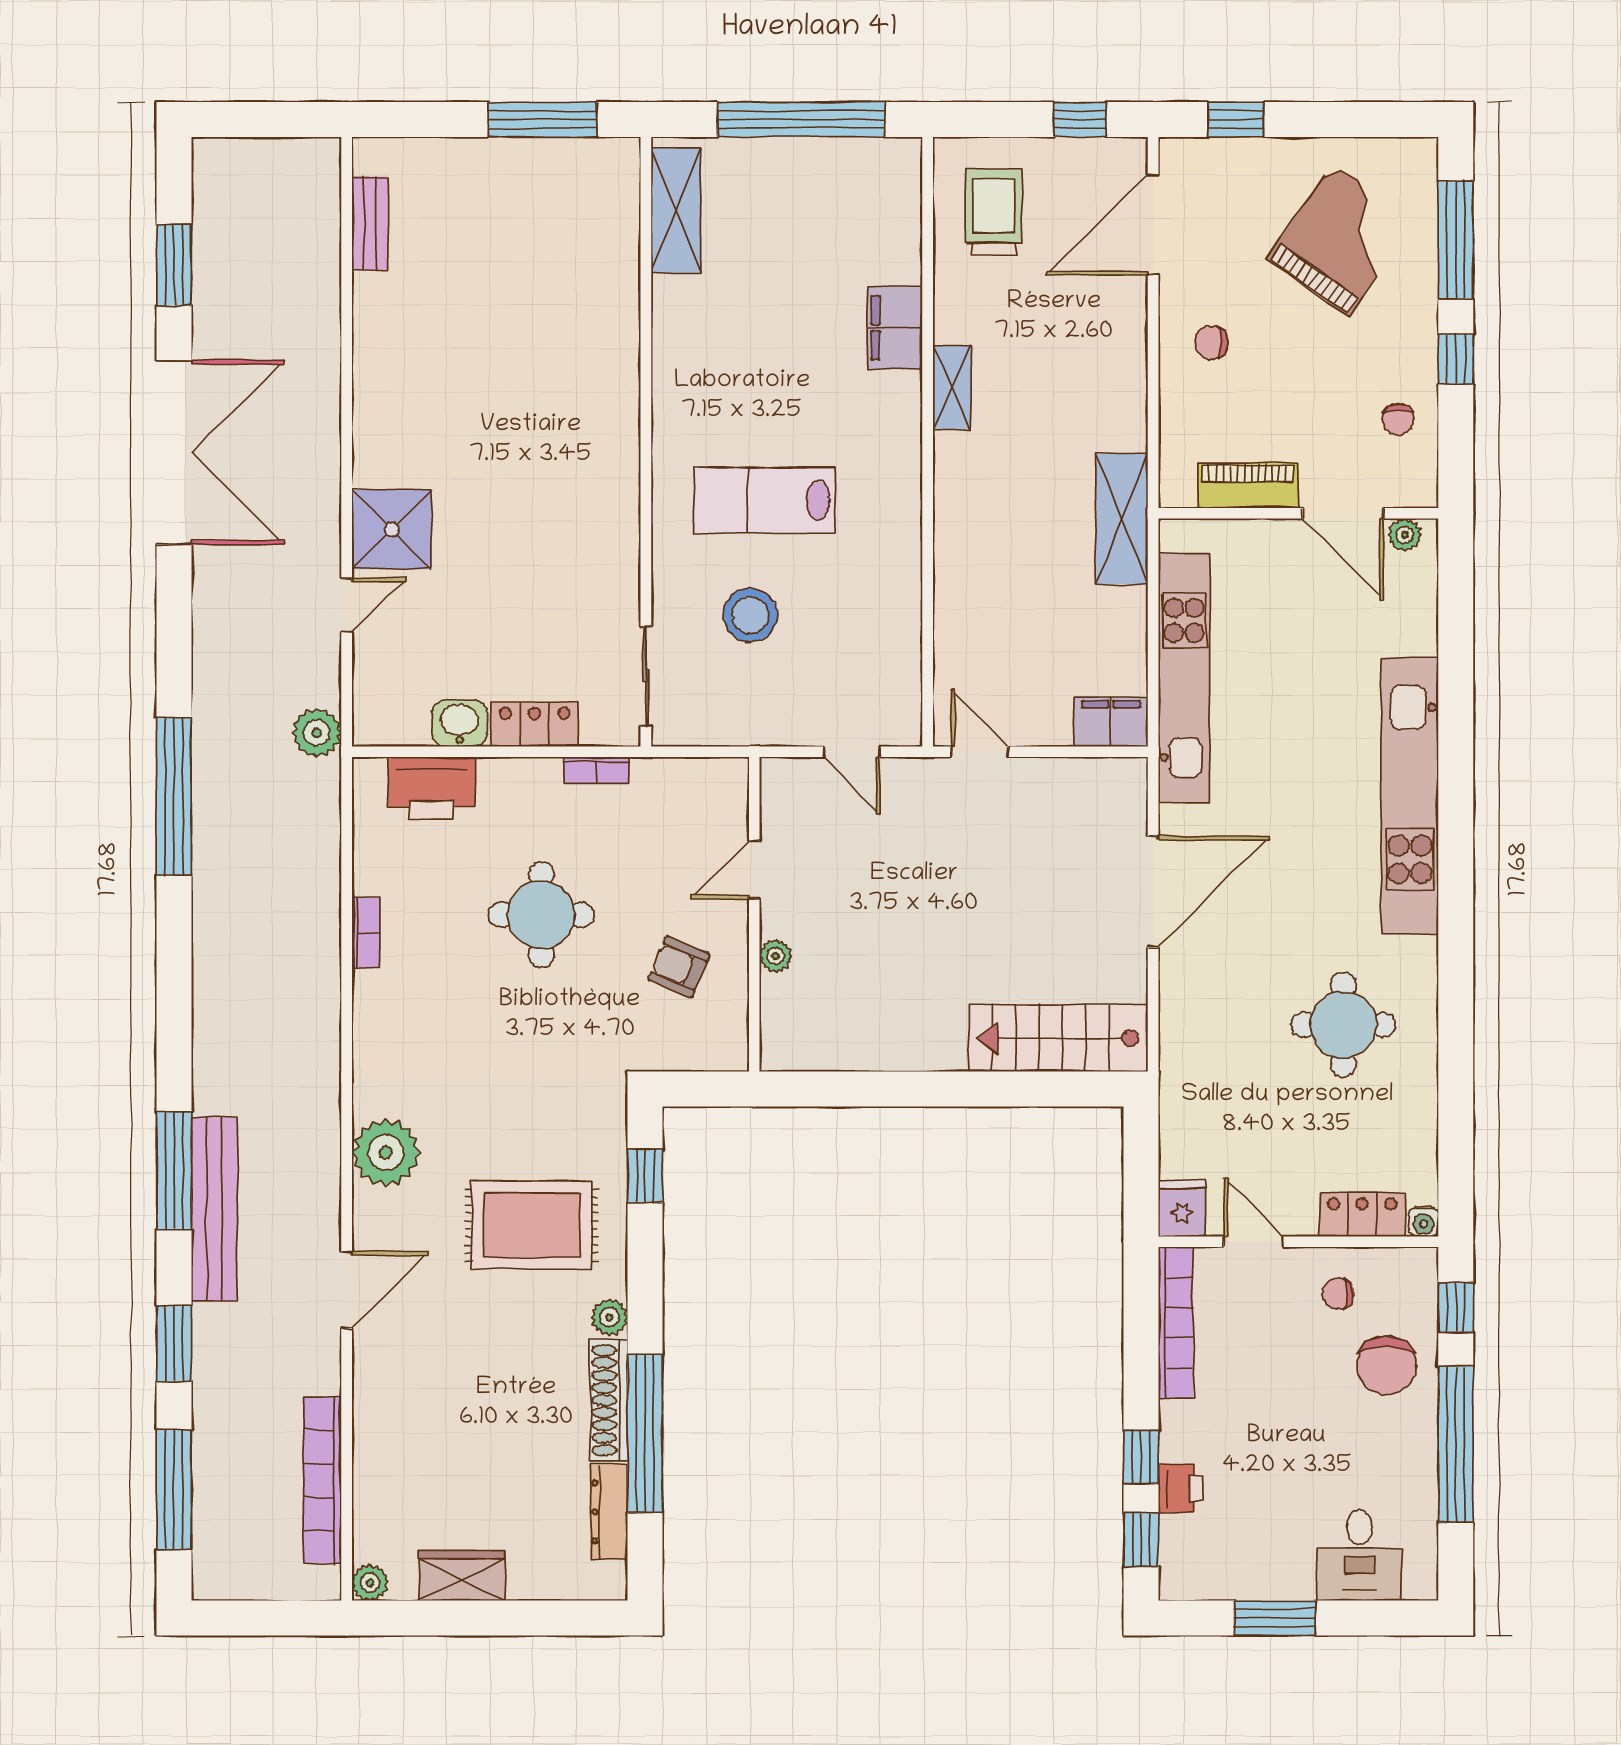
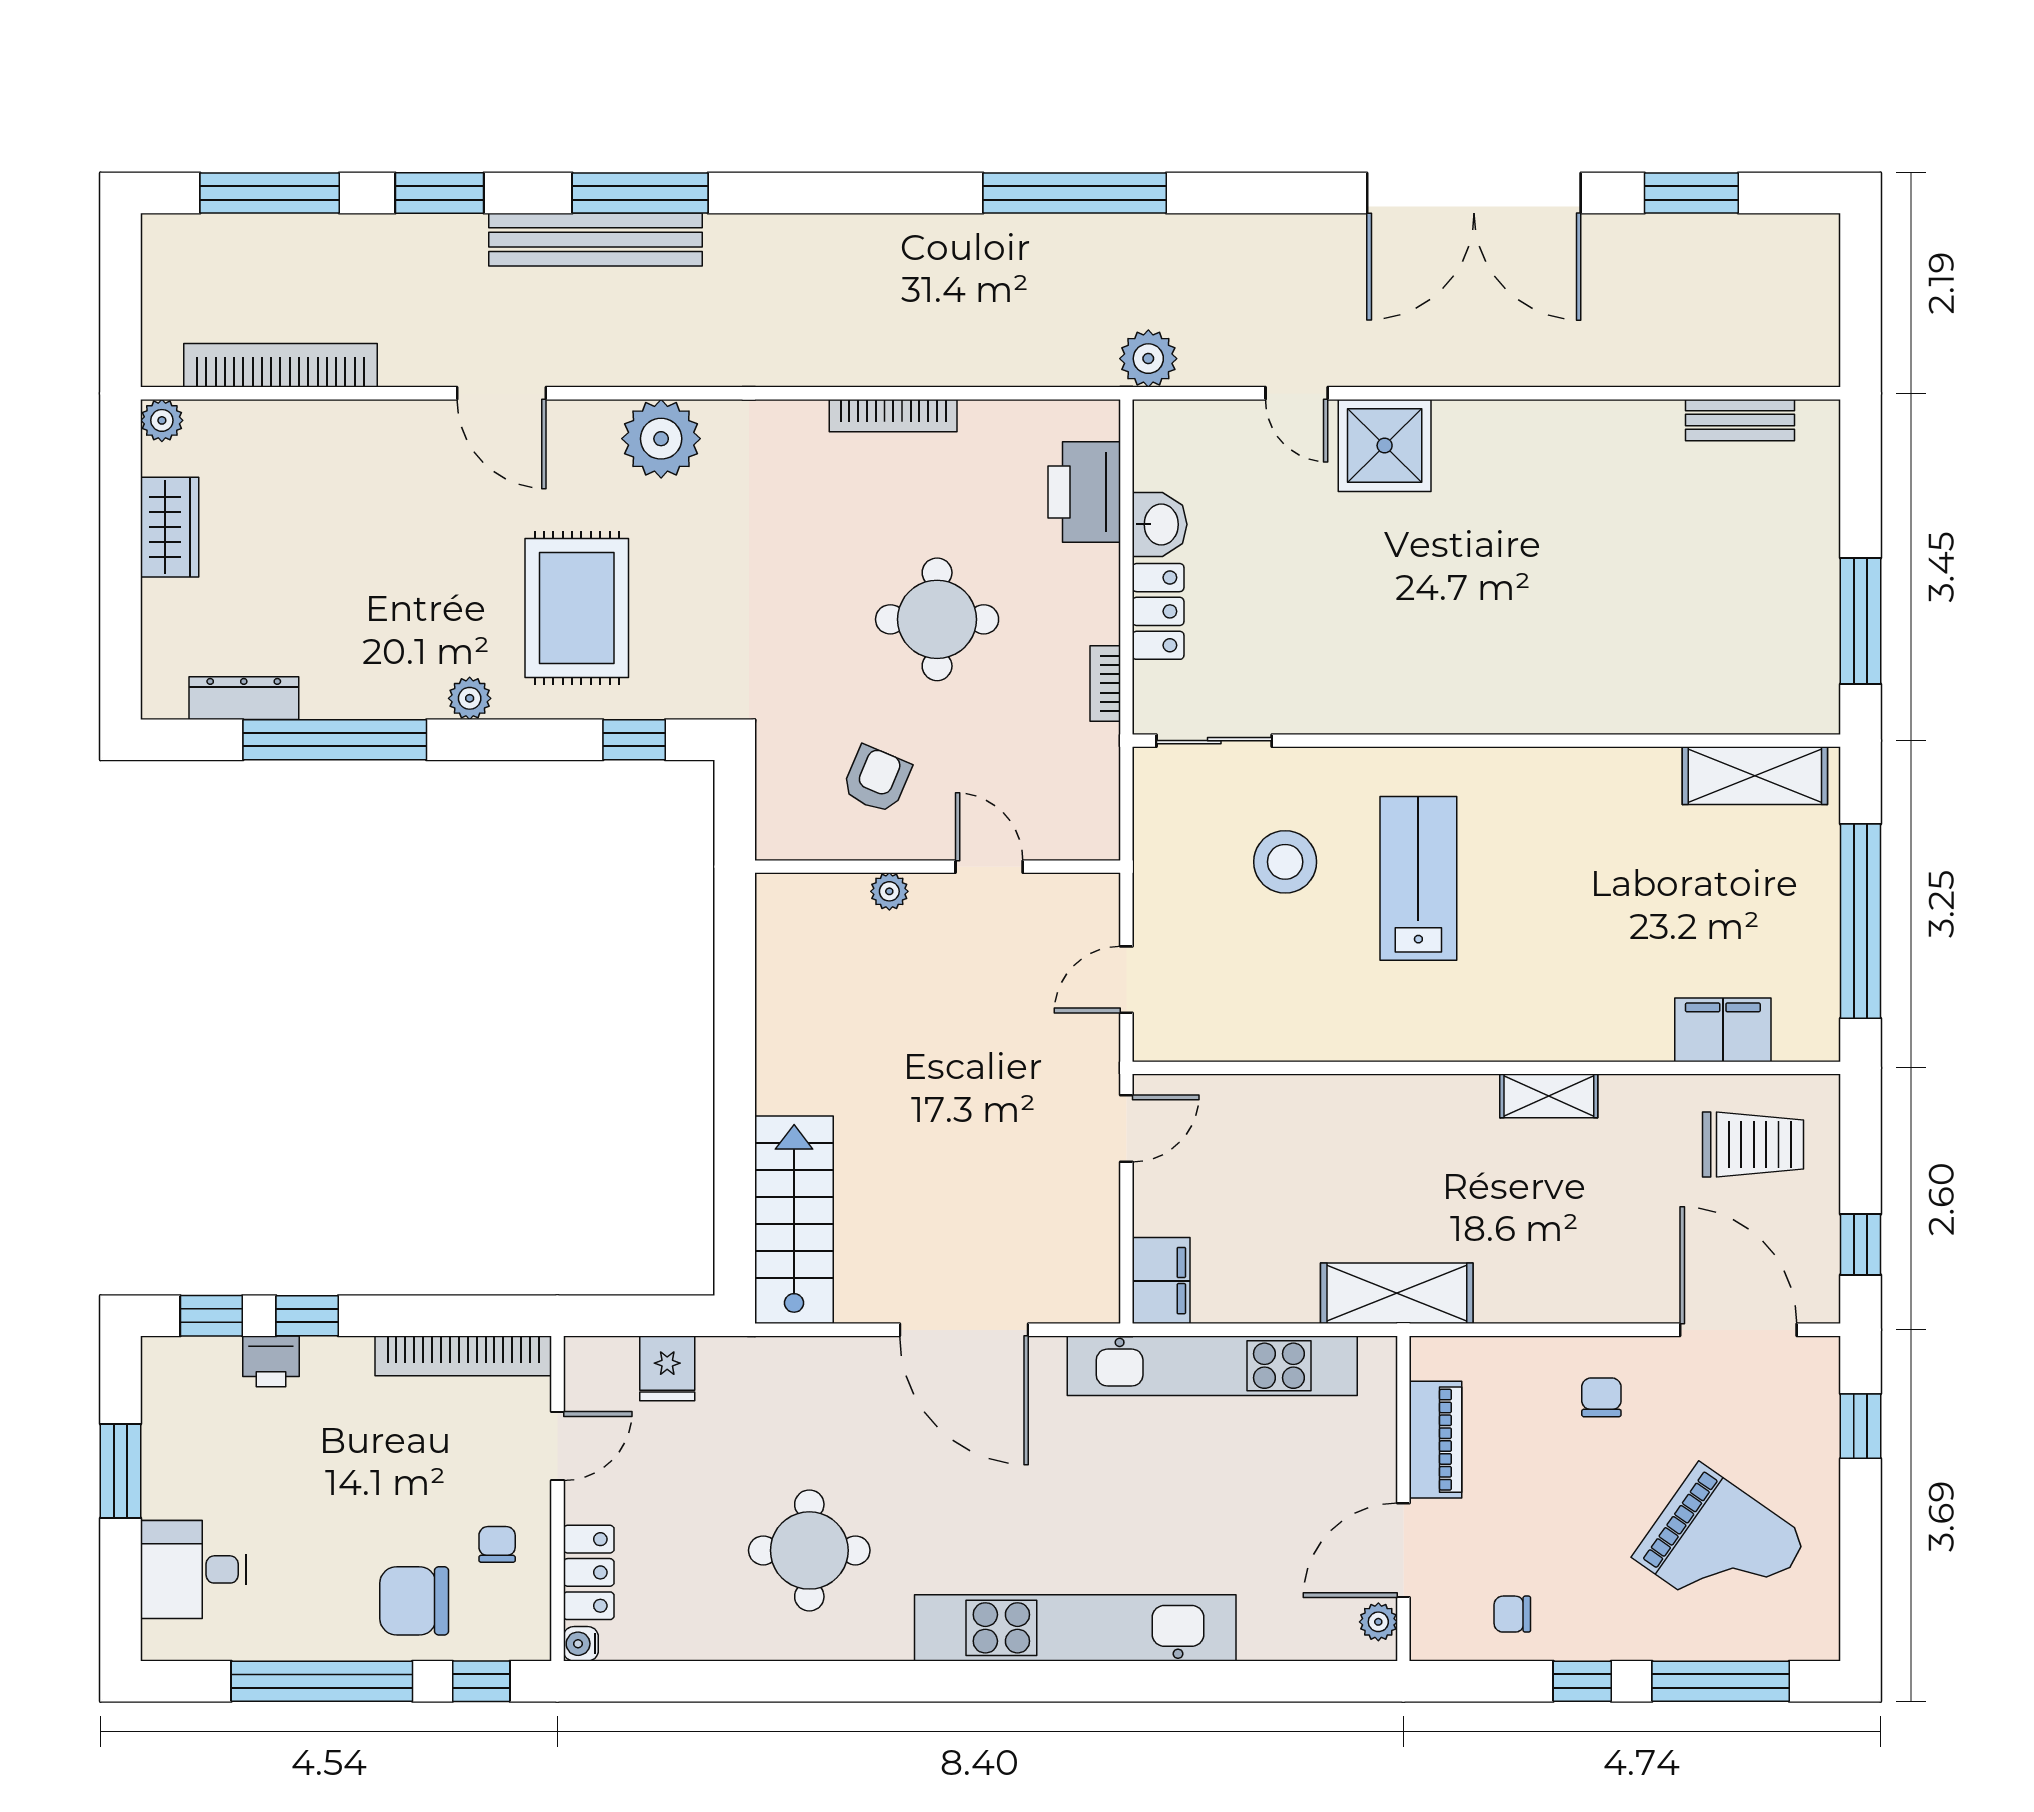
filing cabinet: (895, 328) -> (1723, 1030), moved
bookcase: (366, 933) -> (893, 416), width x1.56
fridge: (1182, 1208) -> (667, 1368), moved, turned 90
shoe rack: (609, 1400) -> (373, 698), removed

